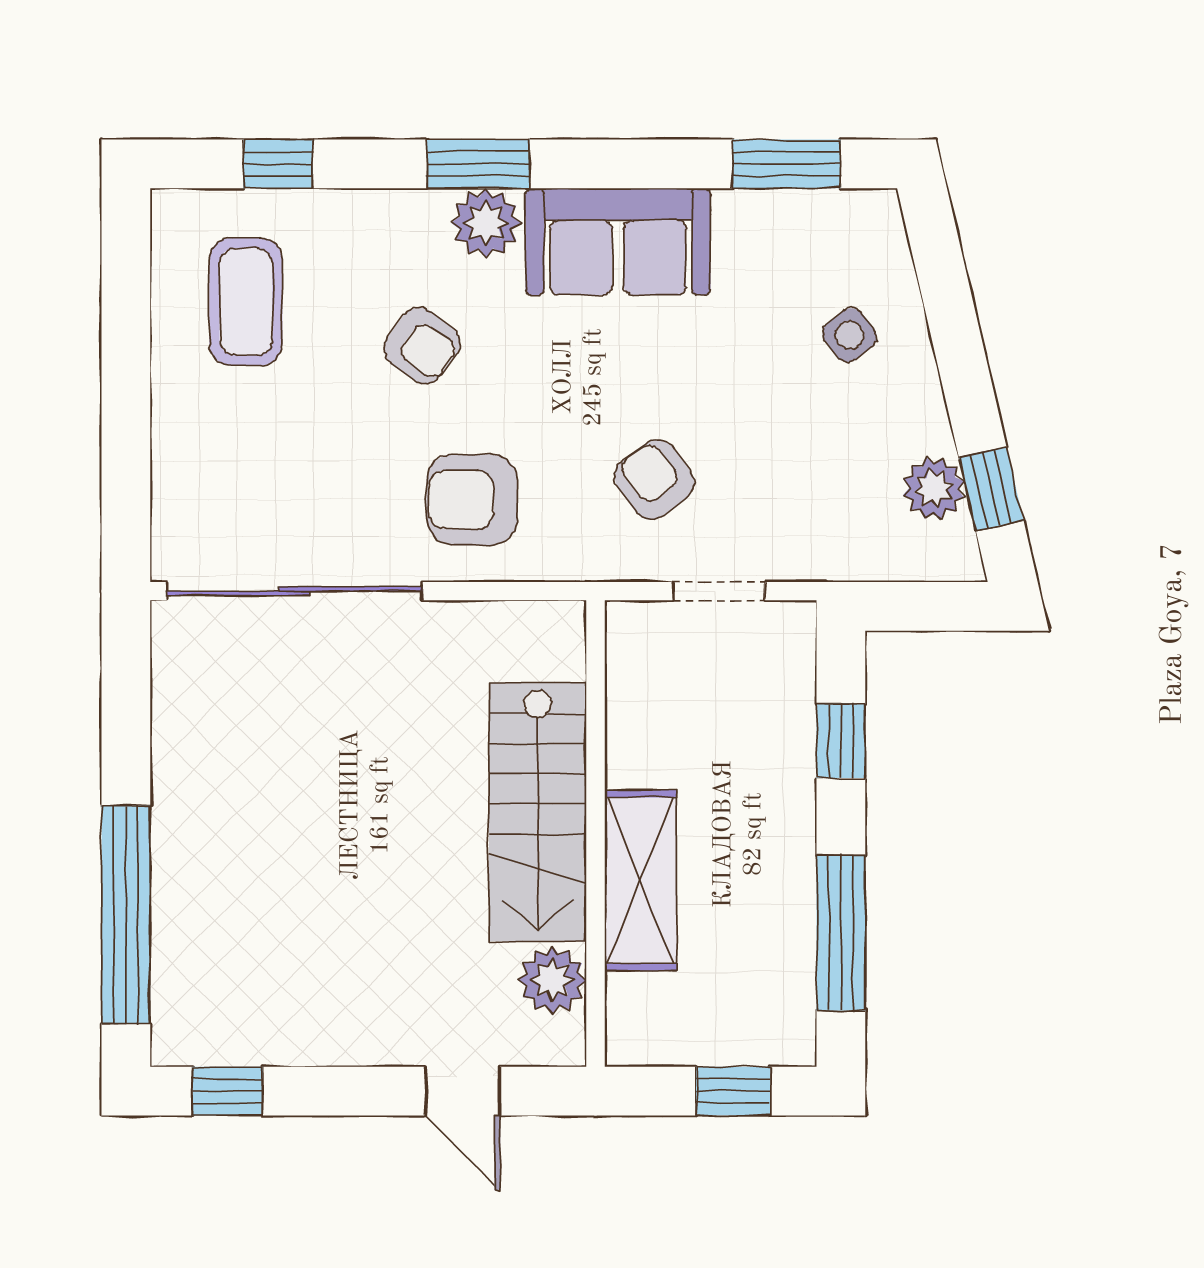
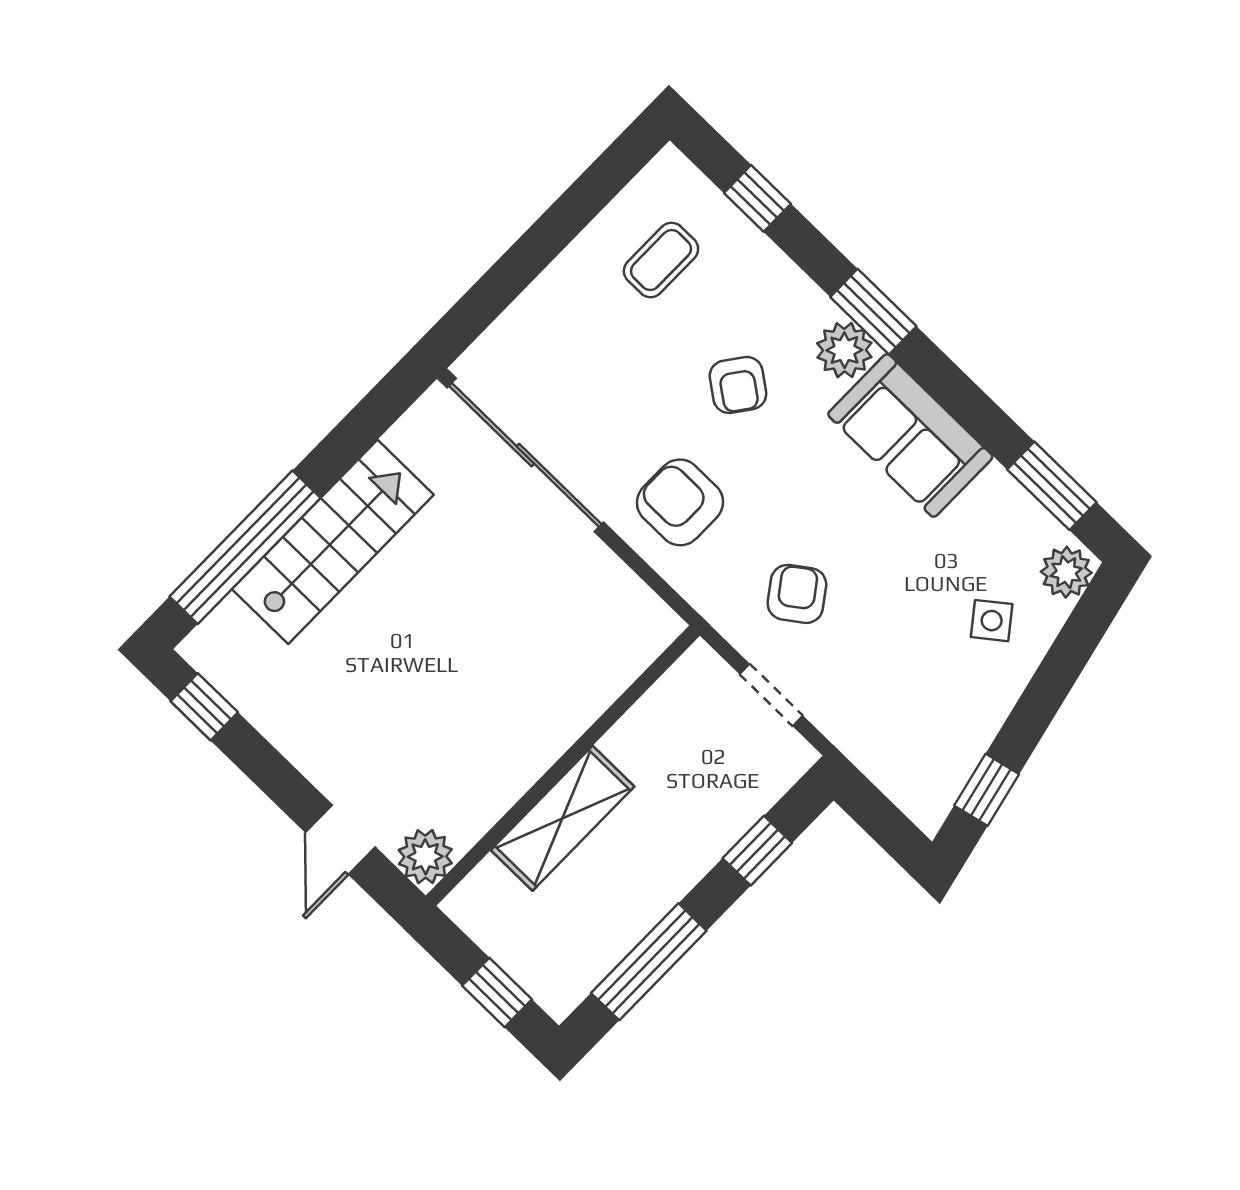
coffee table: (246, 302) -> (661, 260), width x0.73, depth x0.77
plant: (934, 488) -> (1066, 572), moved
stairs: (538, 812) -> (333, 542), moved, turned 180
plant: (552, 980) -> (425, 857), moved

